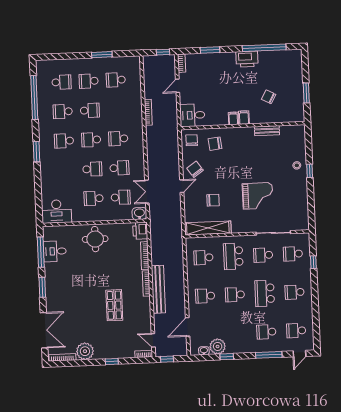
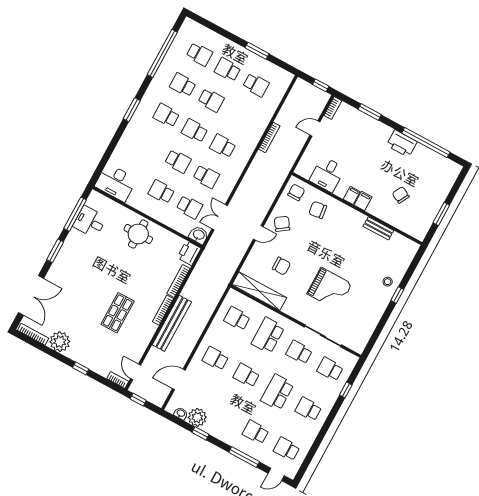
school desk: (116, 80) -> (256, 85), turned 180
desk: (192, 115) -> (327, 174), moved, turned -90

